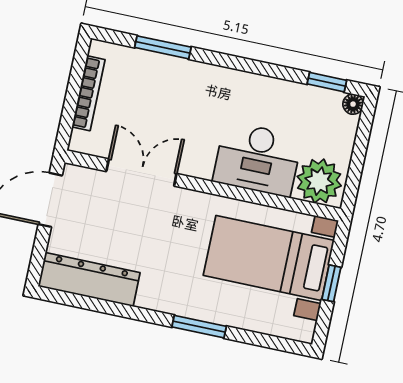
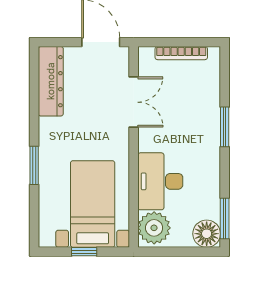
window: (163, 47) -> (225, 127), moved
window: (327, 82) -> (225, 219), width x1.50
floor lamp: (353, 104) -> (207, 234), width x1.89, depth x1.89

